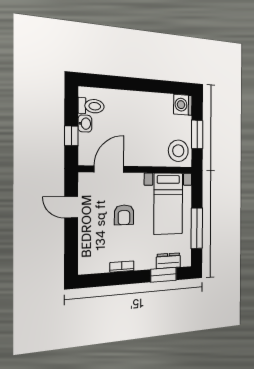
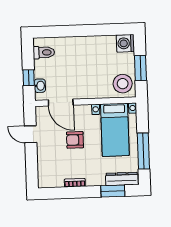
washbasin: (85, 124) -> (40, 86), moved
door: (109, 169) -> (61, 103), swing flipped
armchair: (124, 215) -> (75, 140), turned 90
dresser: (168, 261) -> (122, 179), width x1.44

